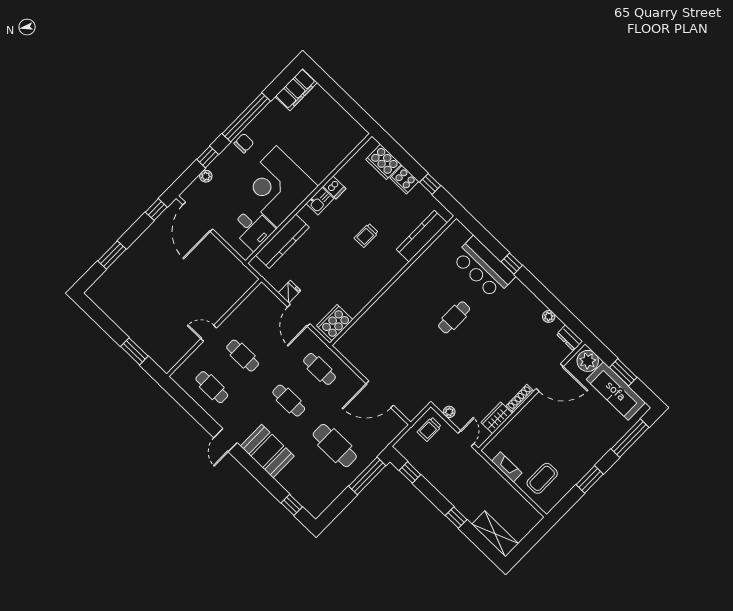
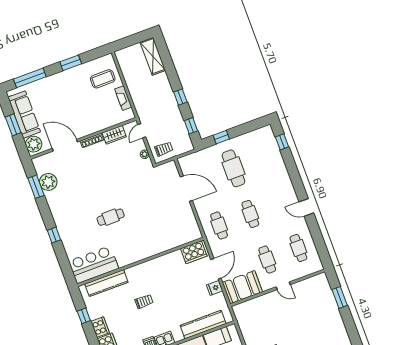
bar counter: (483, 267) -> (94, 265), moved, turned -90
window: (561, 311) -> (36, 187), added
plant: (549, 316) -> (48, 182), width x1.88, depth x1.88
dresser: (570, 338) -> (39, 166), removed
door: (225, 440) -> (306, 207), swing flipped
booth: (267, 451) -> (242, 287), moved, turned 90
window: (367, 476) -> (221, 137), width x0.46
window: (456, 517) -> (180, 97), moved

